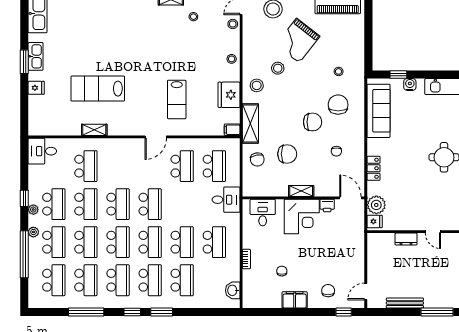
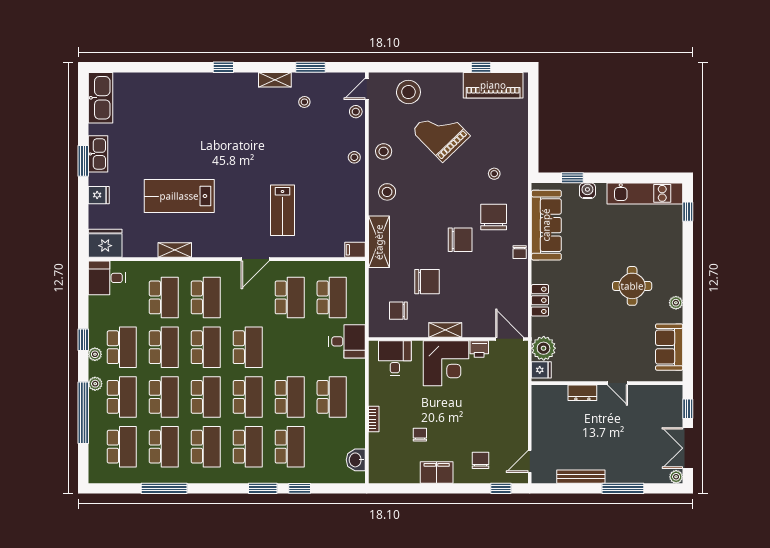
grand piano: (298, 40) -> (441, 133), turned 98
stool: (278, 68) -> (384, 151), moved
fridge: (229, 95) -> (105, 243), moved, turned 90
chair: (336, 151) -> (520, 252), moved
chair: (257, 159) -> (398, 311), moved, turned 100
school desk: (118, 166) -> (206, 297), added
window: (132, 312) -> (300, 488), moved

